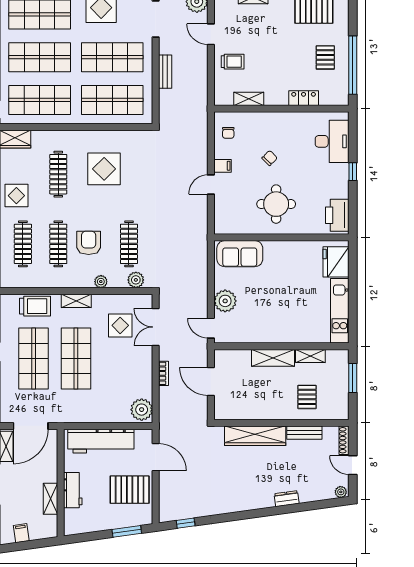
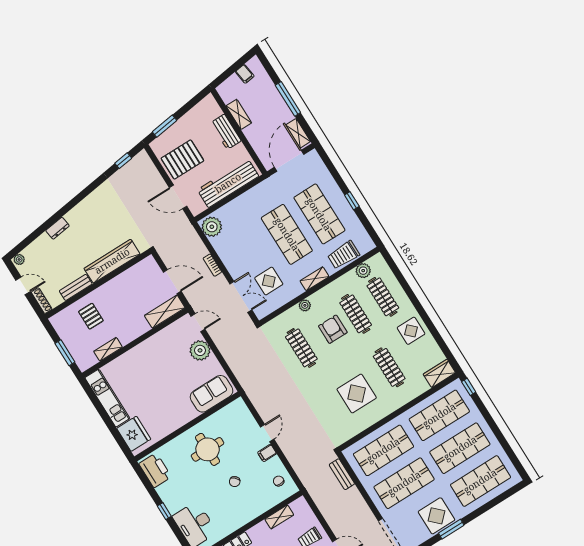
bench: (165, 72) -> (342, 474), moved
armchair: (89, 243) -> (333, 329), turned 180
plant: (136, 280) -> (363, 271), moved
shelving: (273, 358) -> (165, 312), moved

